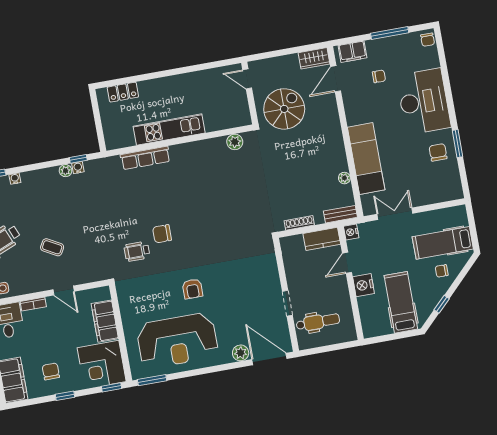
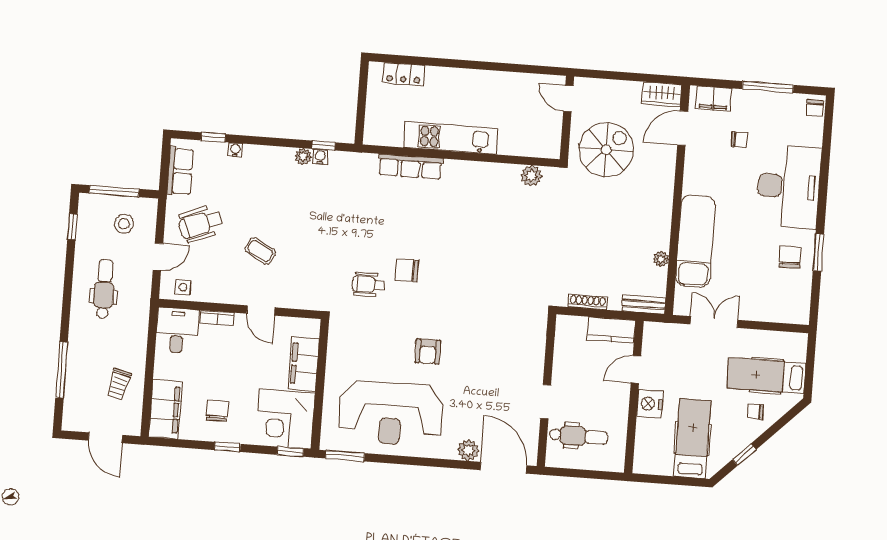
nightstand: (351, 232) -> (652, 331), removed

